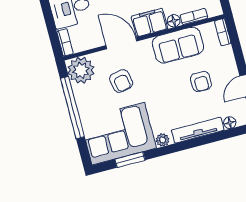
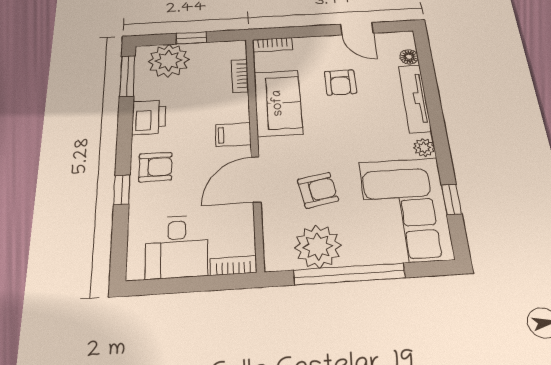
floor lamp: (174, 21) -> (239, 102), removed
filing cabinet: (149, 23) -> (233, 135), width x0.50
plant: (81, 70) -> (318, 247), moved
armchair: (201, 81) -> (340, 82), turned 90
window: (130, 160) -> (452, 199), width x0.67

